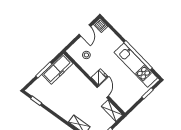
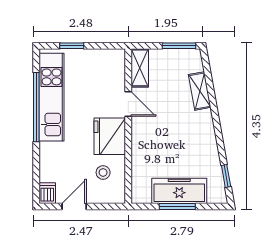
freezer: (57, 69) -> (179, 191), moved
fridge: (99, 77) -> (110, 136), width x1.88, depth x1.34
door: (103, 92) -> (128, 104), swing flipped

